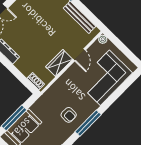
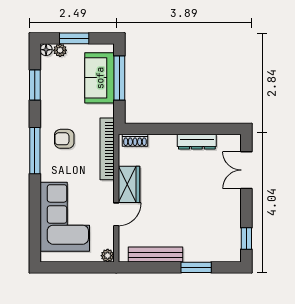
door: (79, 55) -> (116, 214), swing flipped
bookcase: (53, 90) -> (107, 149), added

